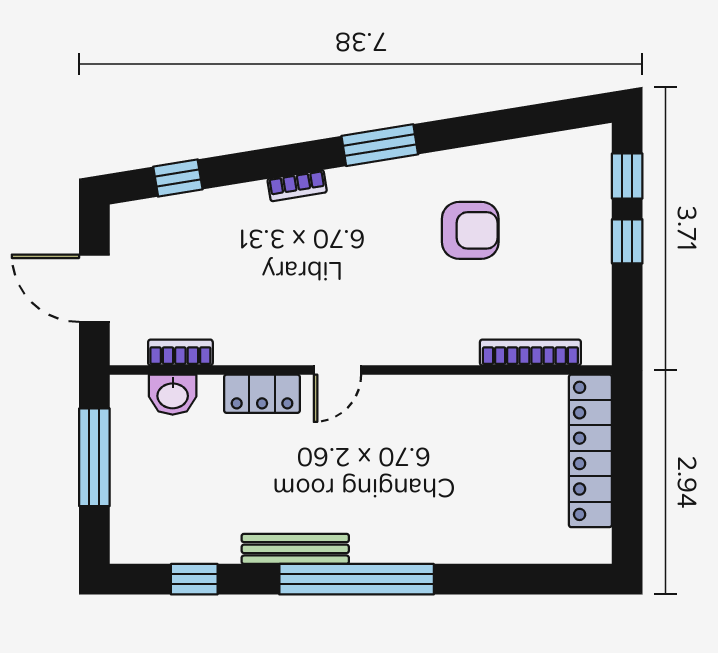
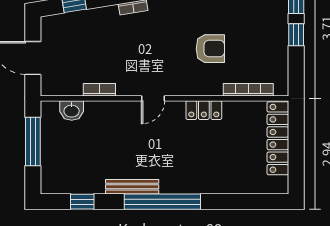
armchair: (470, 230) -> (210, 49), moved
bookcase: (180, 352) -> (99, 90), moved
locker: (262, 394) -> (204, 110), moved

